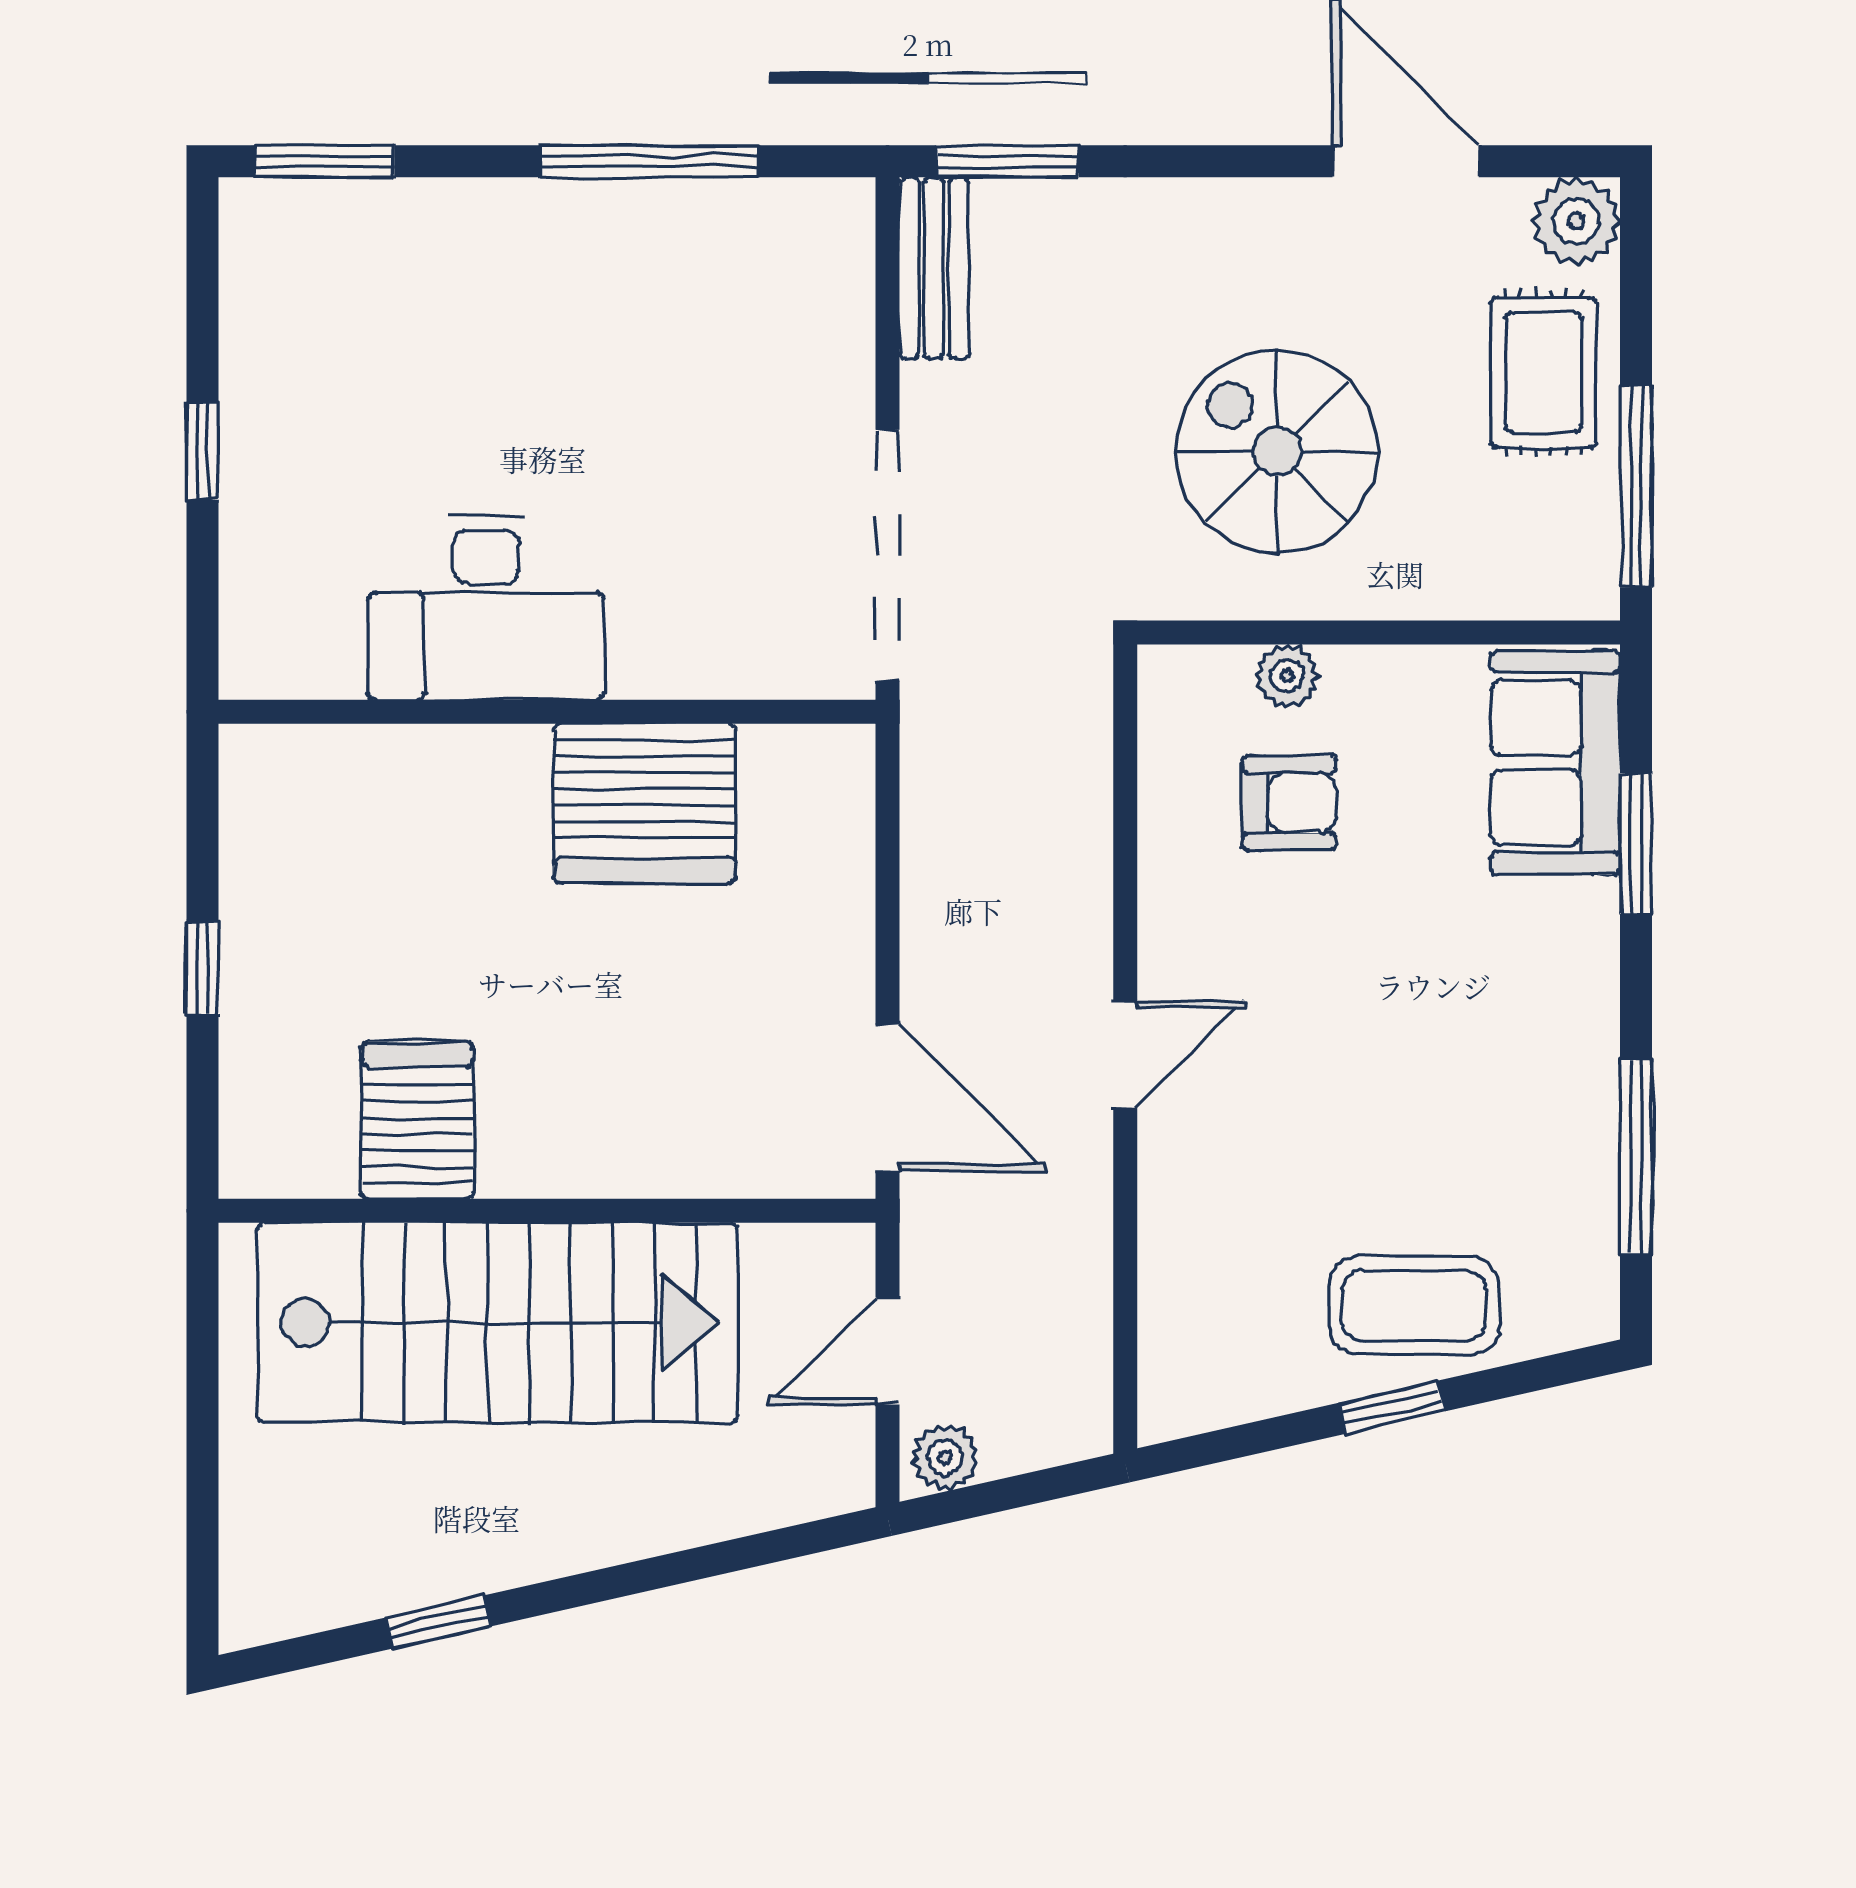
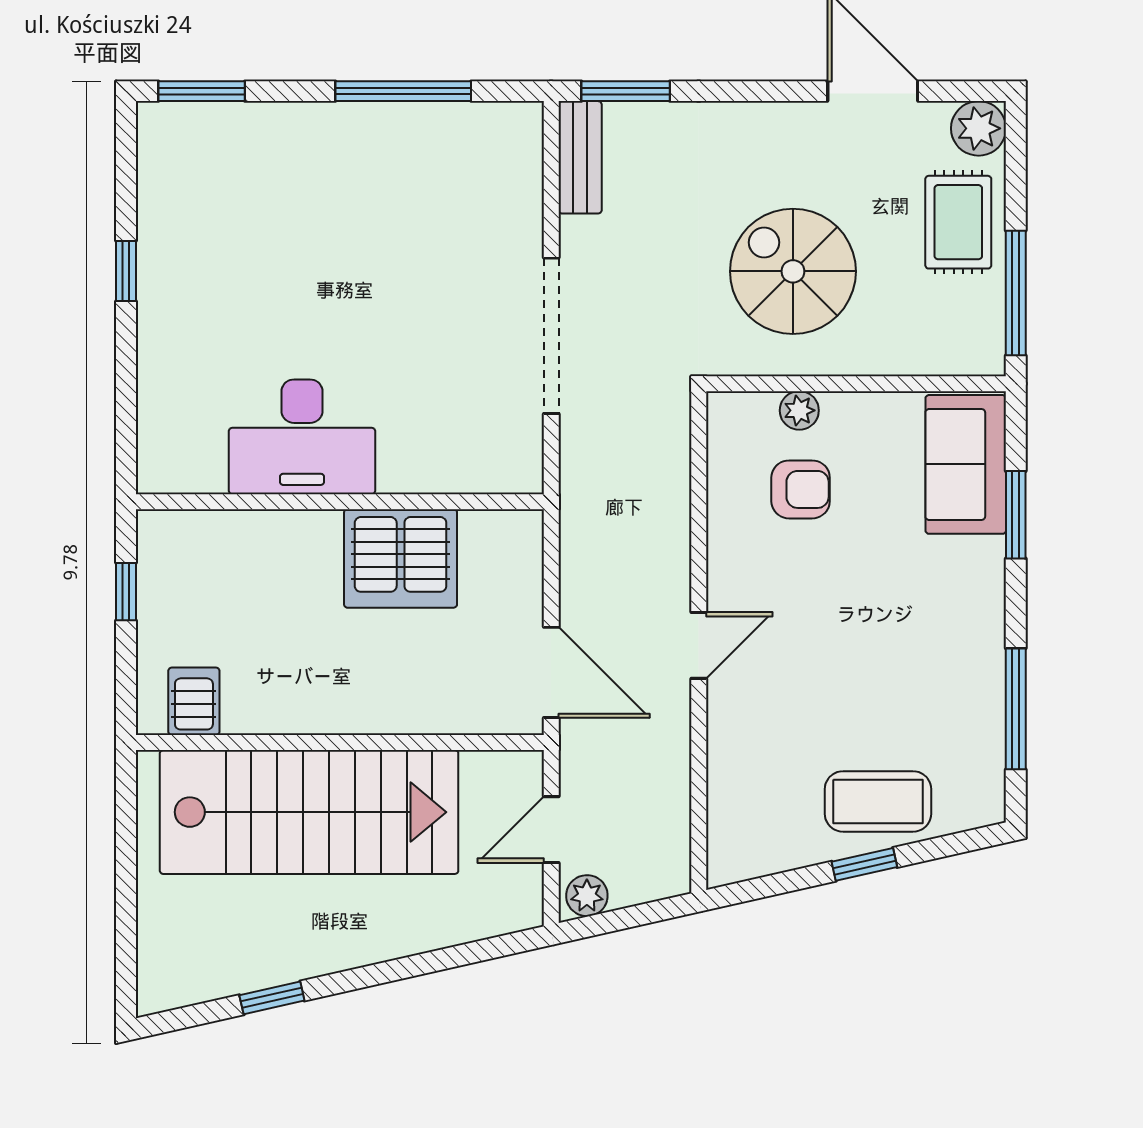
desk: (486, 607) -> (302, 437), moved
wall: (547, 712) -> (340, 502), moved
server rack: (645, 803) -> (401, 558), moved
server rack: (417, 1120) -> (194, 701), moved, width x0.73, depth x0.70

